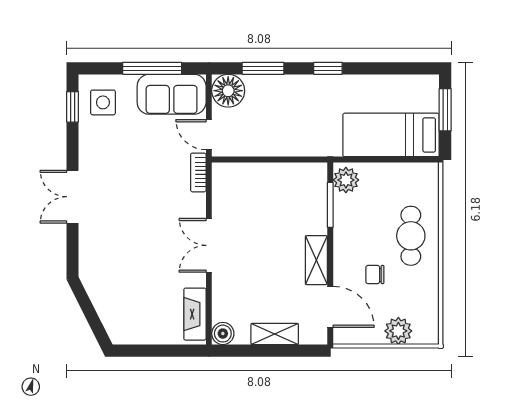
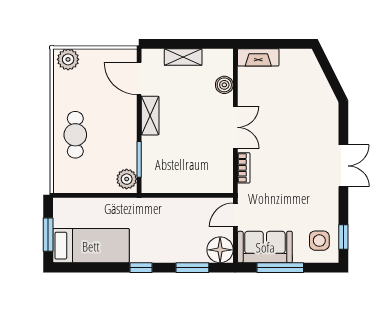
door: (209, 135) -> (235, 215), swing flipped
bed: (391, 135) -> (91, 246), moved
bookcase: (198, 172) -> (244, 168), moved
chair: (375, 275) -> (104, 104), removed
fireplace: (195, 314) -> (258, 57), moved, turned 90
plant: (398, 331) -> (68, 59), moved
boiler: (223, 334) -> (224, 85), moved

